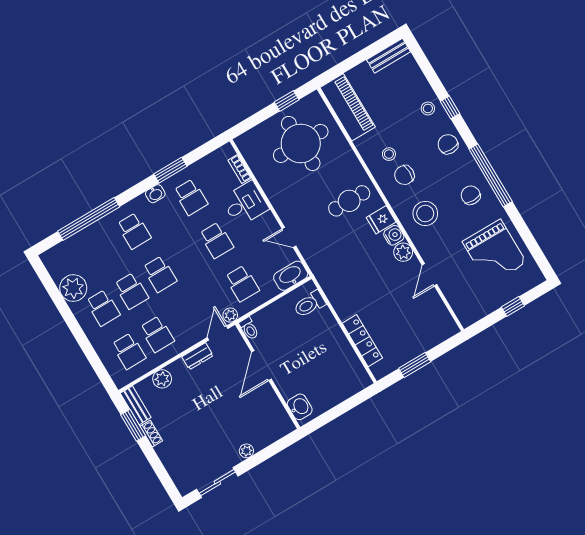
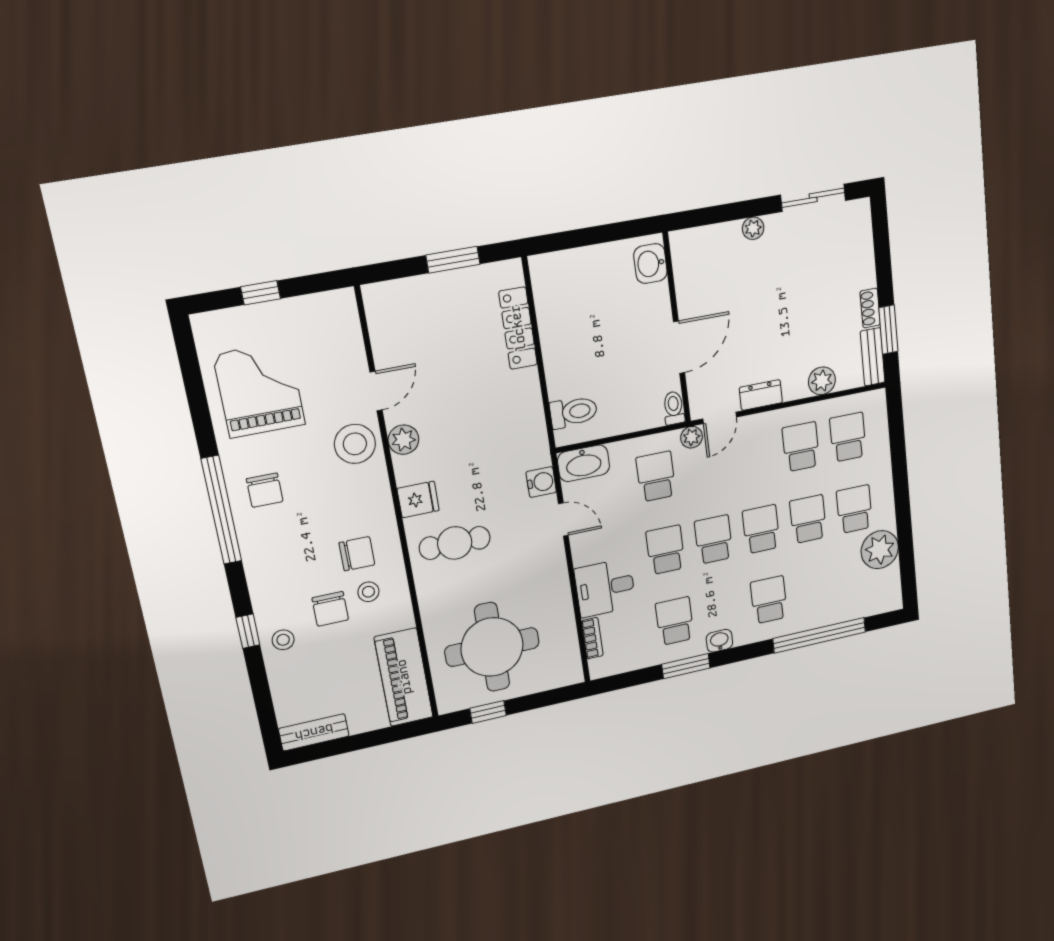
chair: (448, 144) -> (330, 609), moved
stool: (425, 213) -> (355, 444), moved
water cooler: (394, 235) -> (541, 482), moved, turned 180
school desk: (188, 257) -> (714, 539), added

